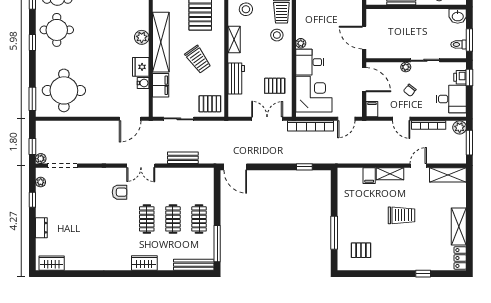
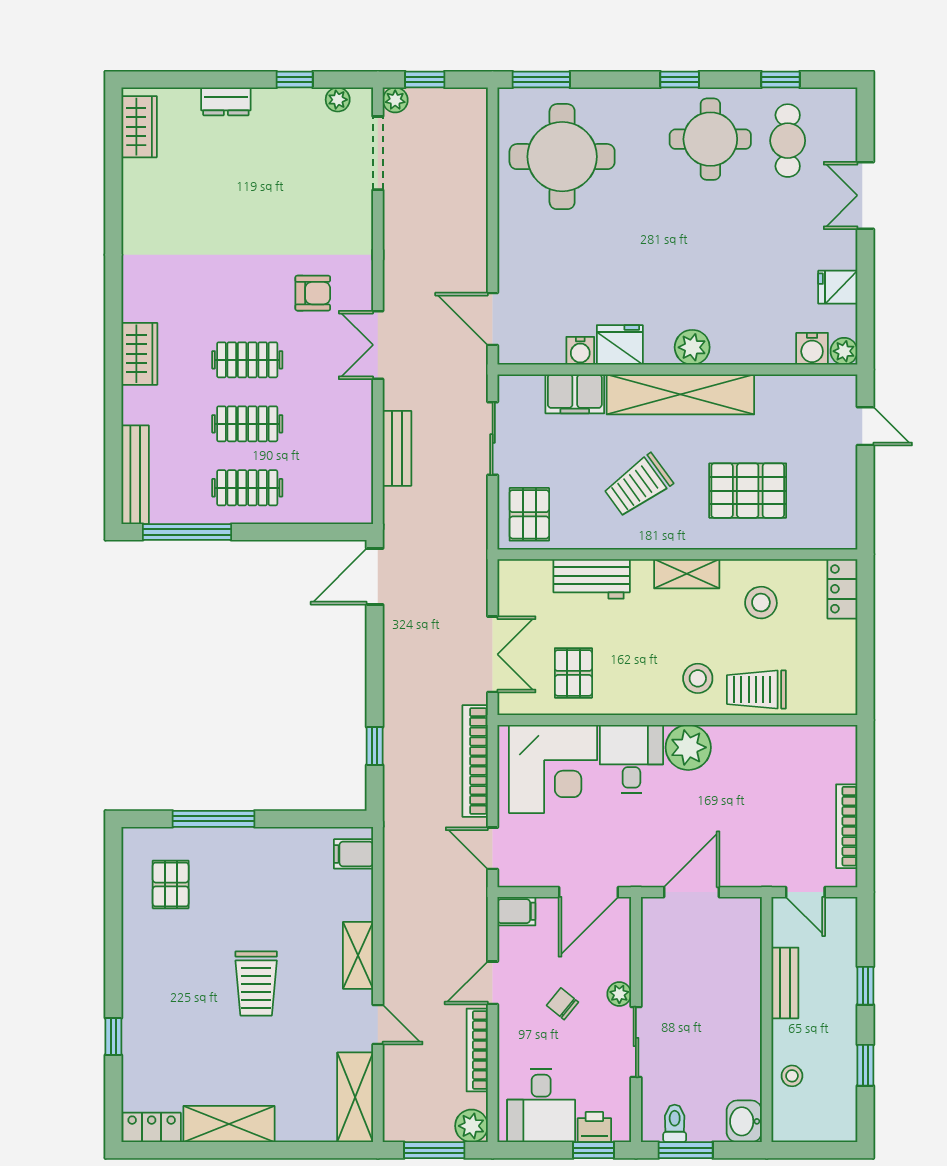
plant: (301, 43) -> (688, 747), width x1.88, depth x1.88
filing cabinet: (369, 176) -> (353, 854), moved
armchair: (120, 192) -> (313, 293), turned -90

